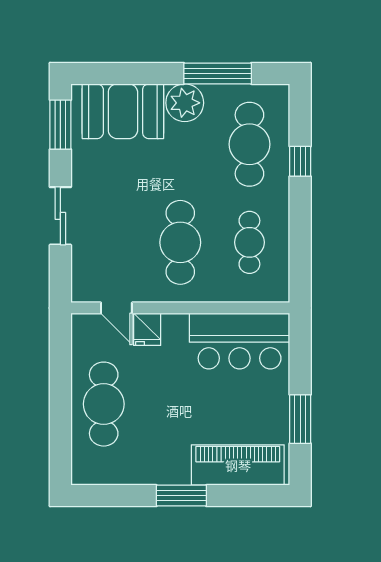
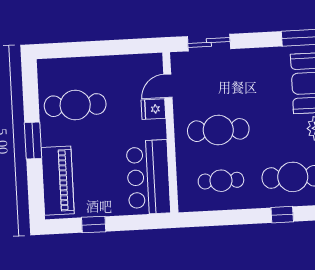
sliding door: (60, 216) -> (209, 43), moved
cafe table: (104, 404) -> (75, 105), moved
window: (300, 419) -> (94, 224), width x0.67

